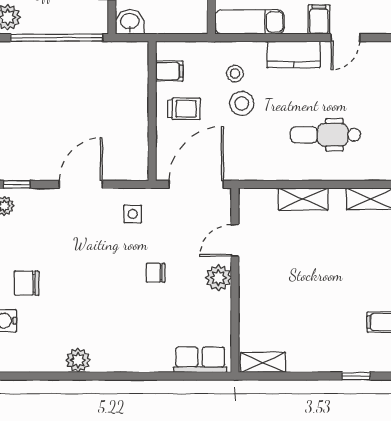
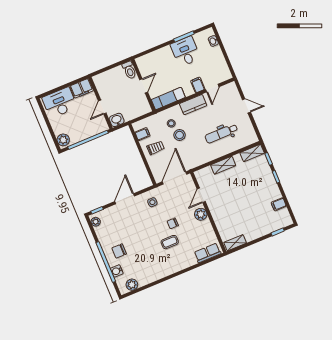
coffee table: (134, 307) -> (170, 242), added
plant: (78, 360) -> (132, 285), moved

